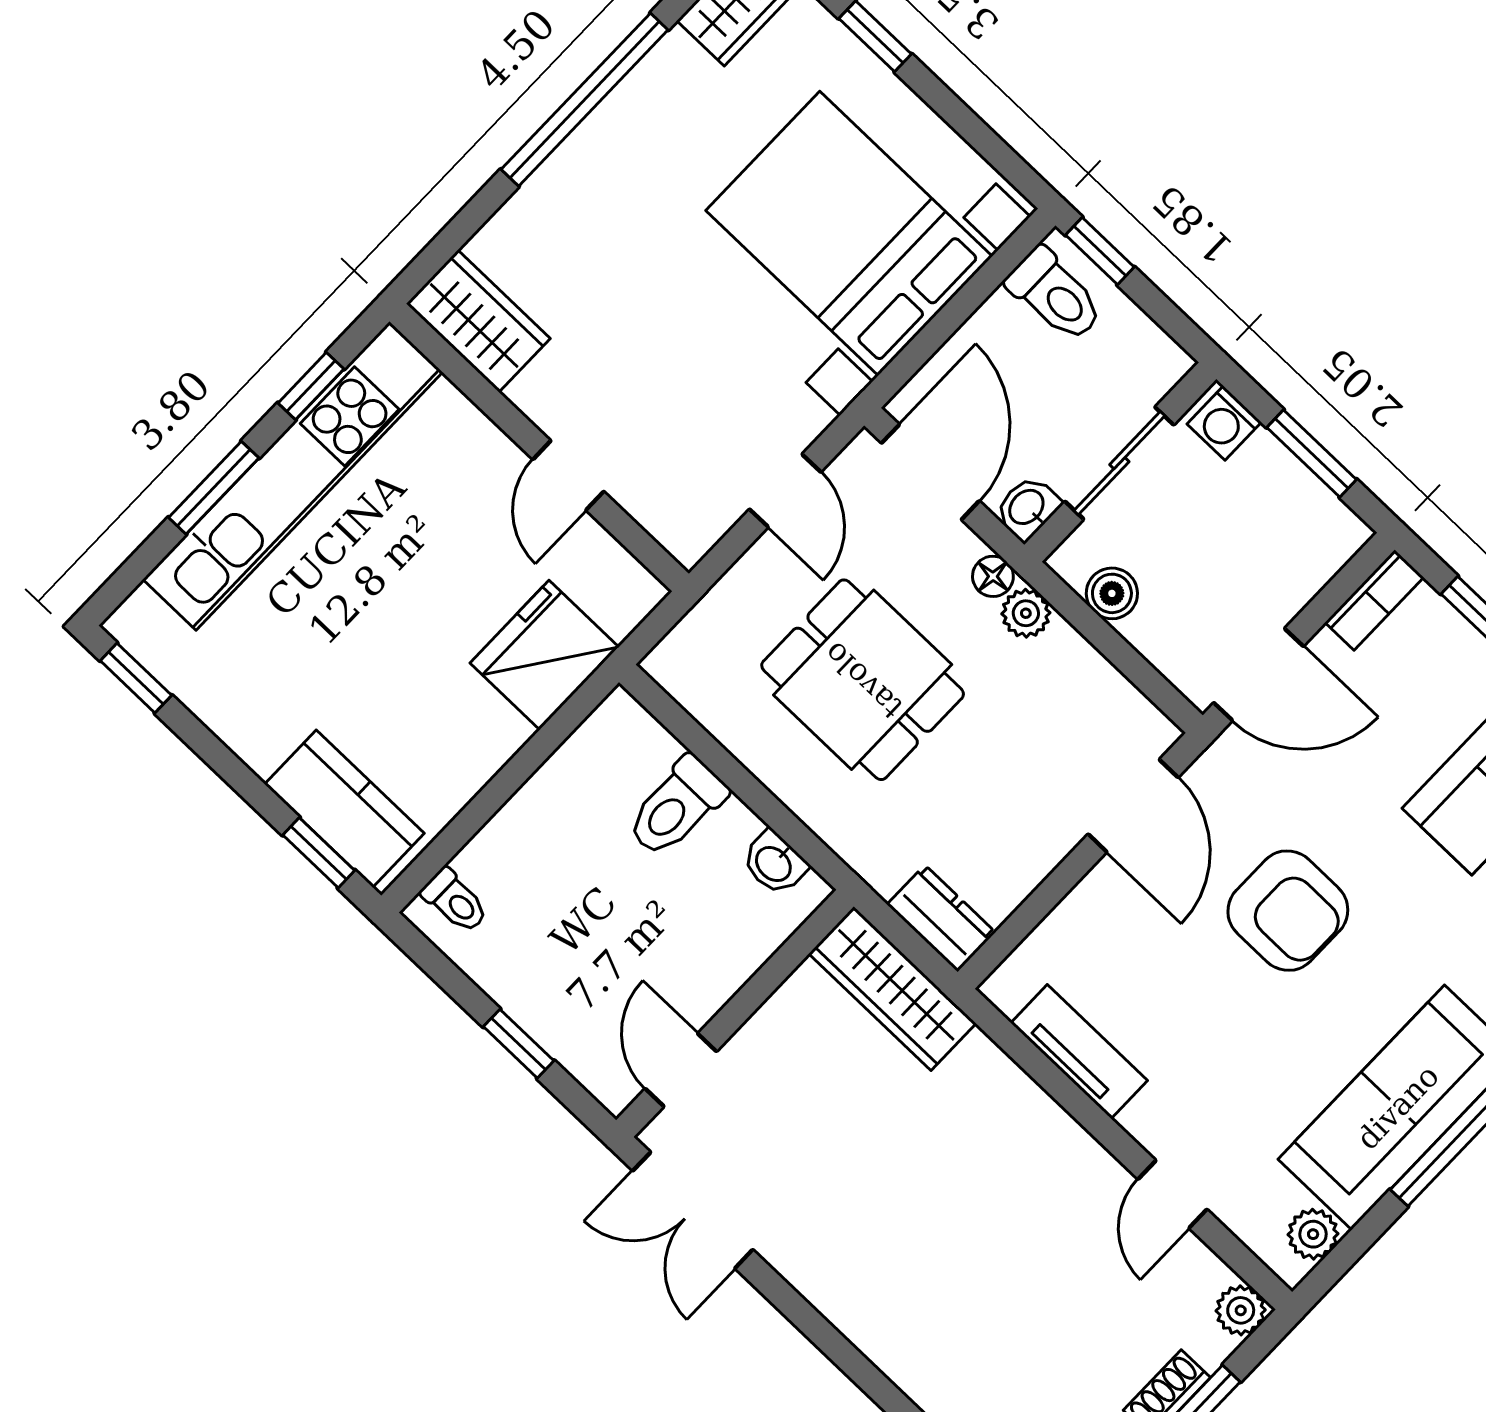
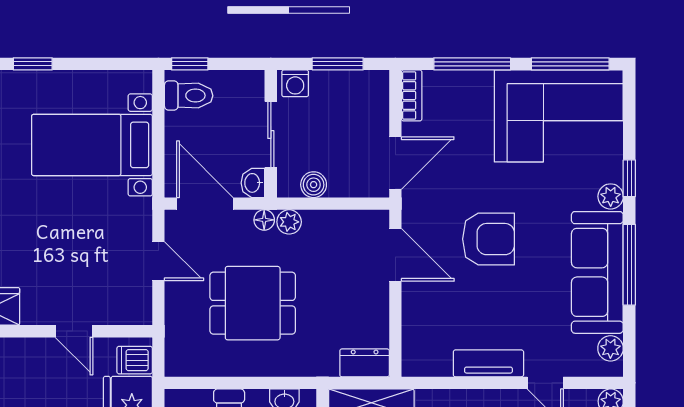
bed with nightstands: (849, 233) -> (92, 145), width x0.73
dishwasher: (616, 600) -> (135, 360), added
tv unit: (1079, 1052) -> (488, 363), moved

